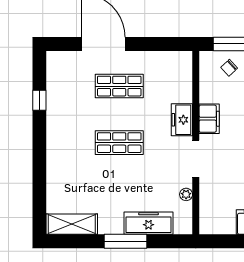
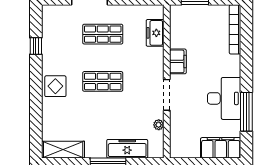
chair: (229, 68) -> (195, 19), removed
freezer: (182, 120) -> (155, 33), moved
display table: (63, 148) -> (55, 86), added

